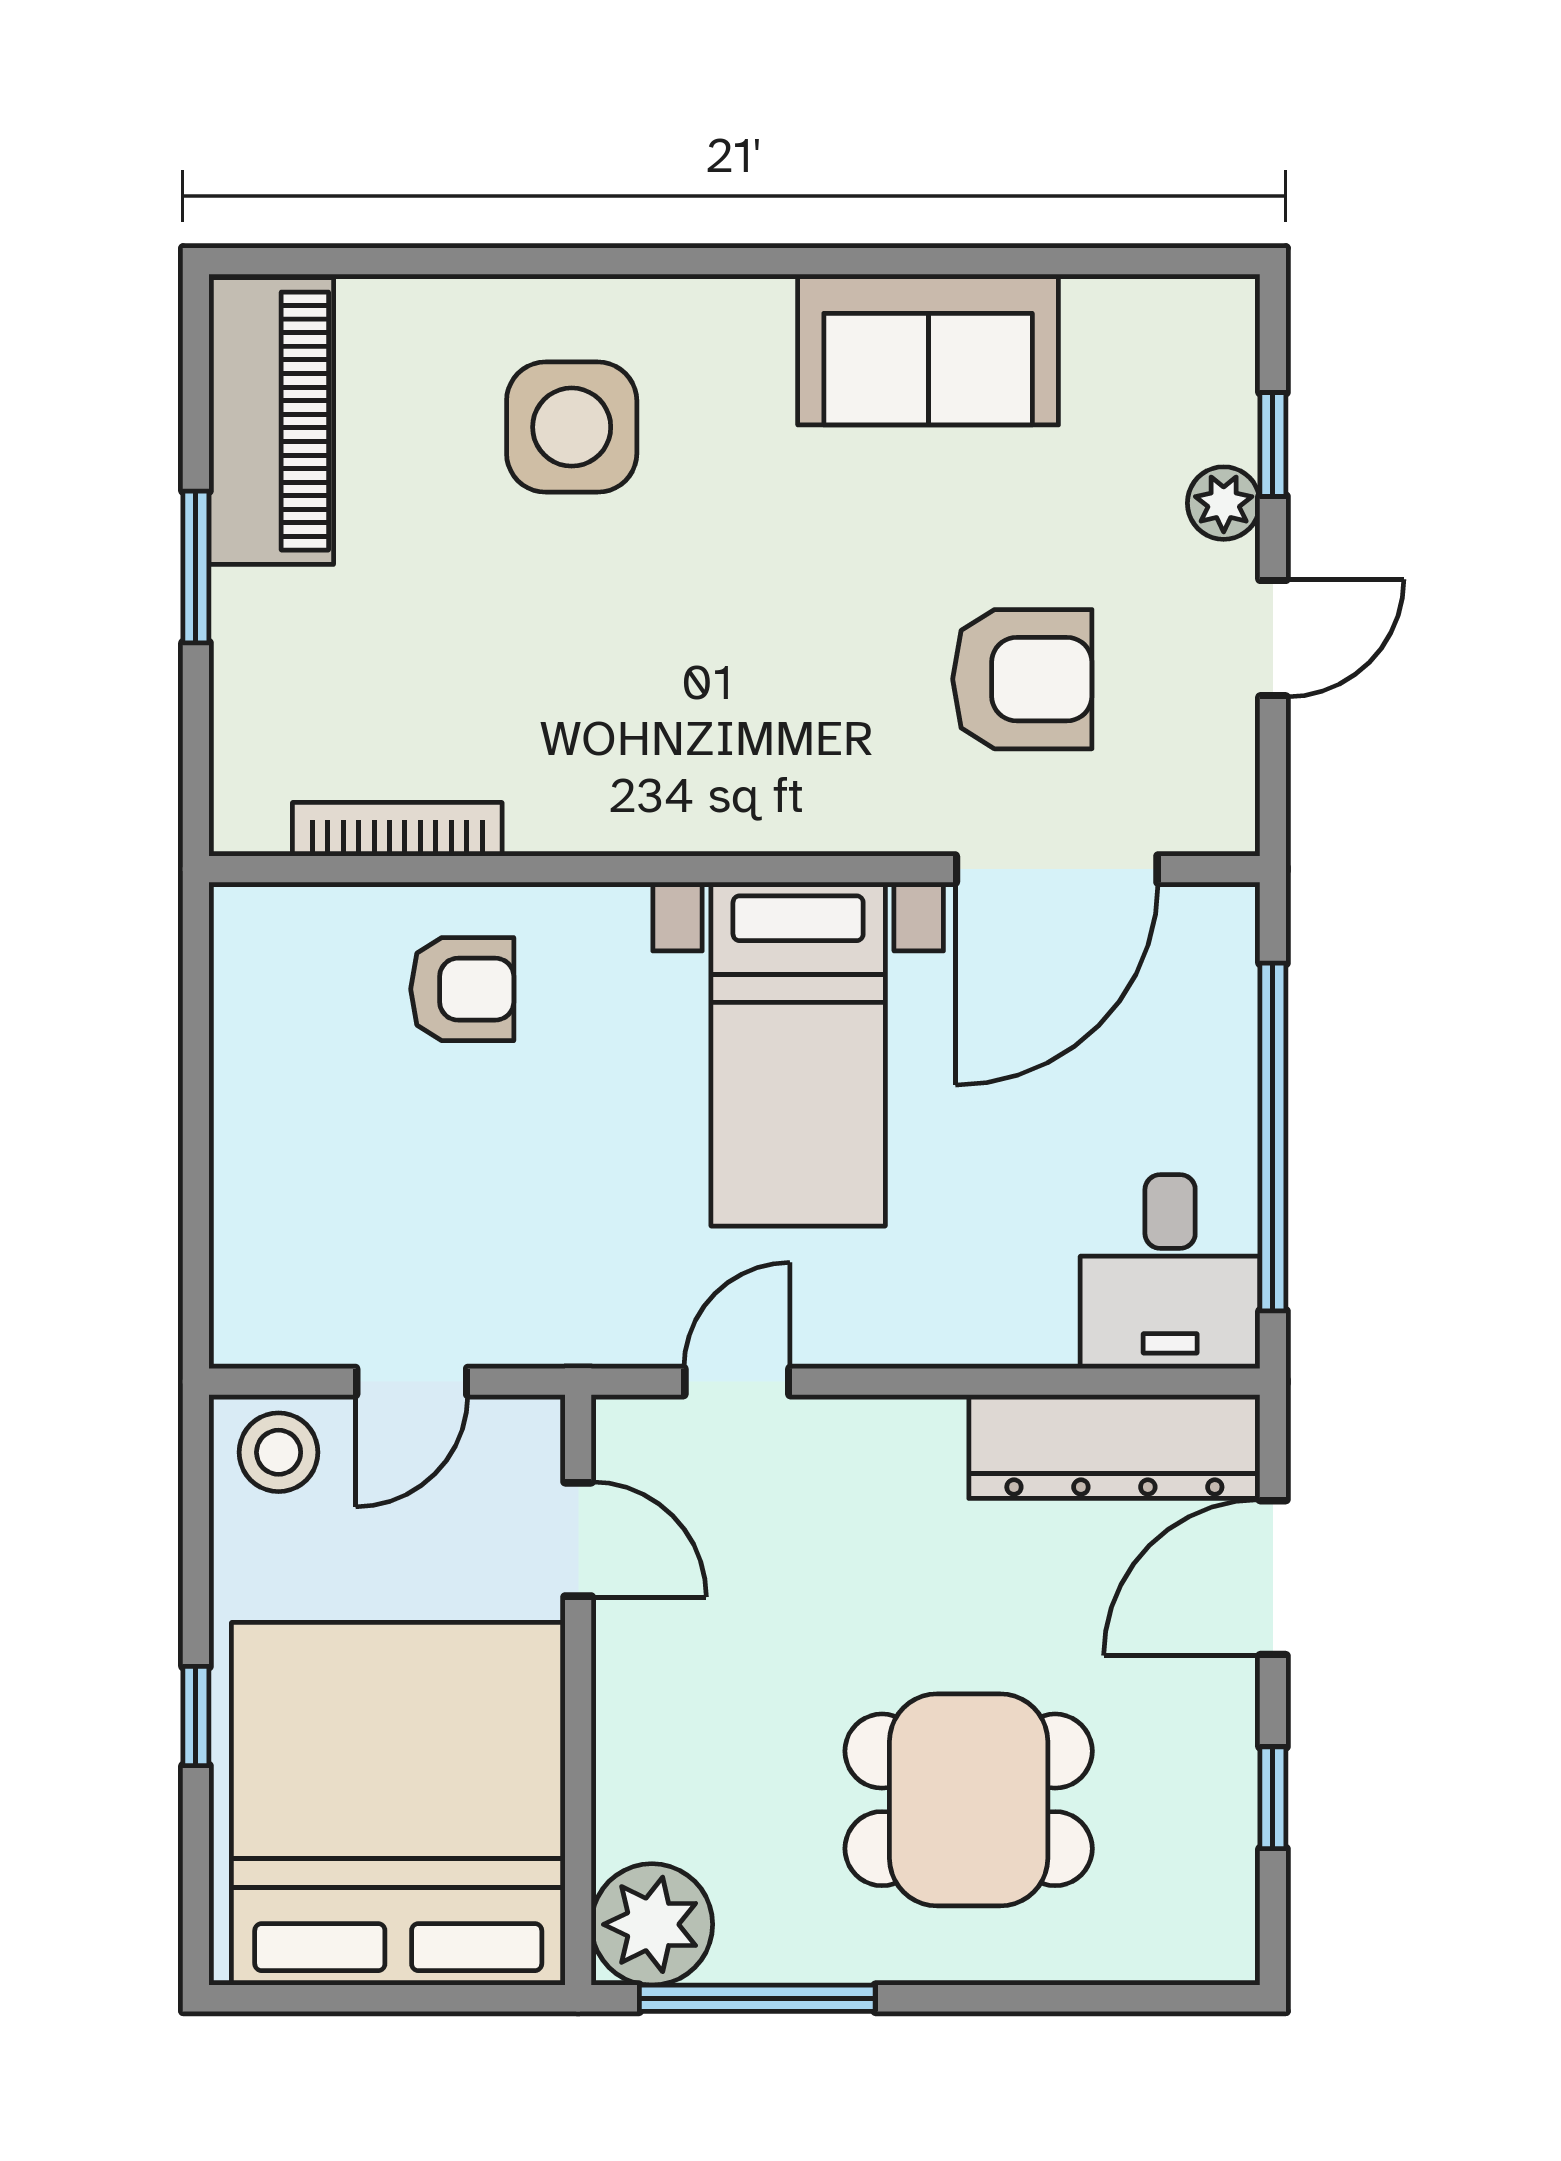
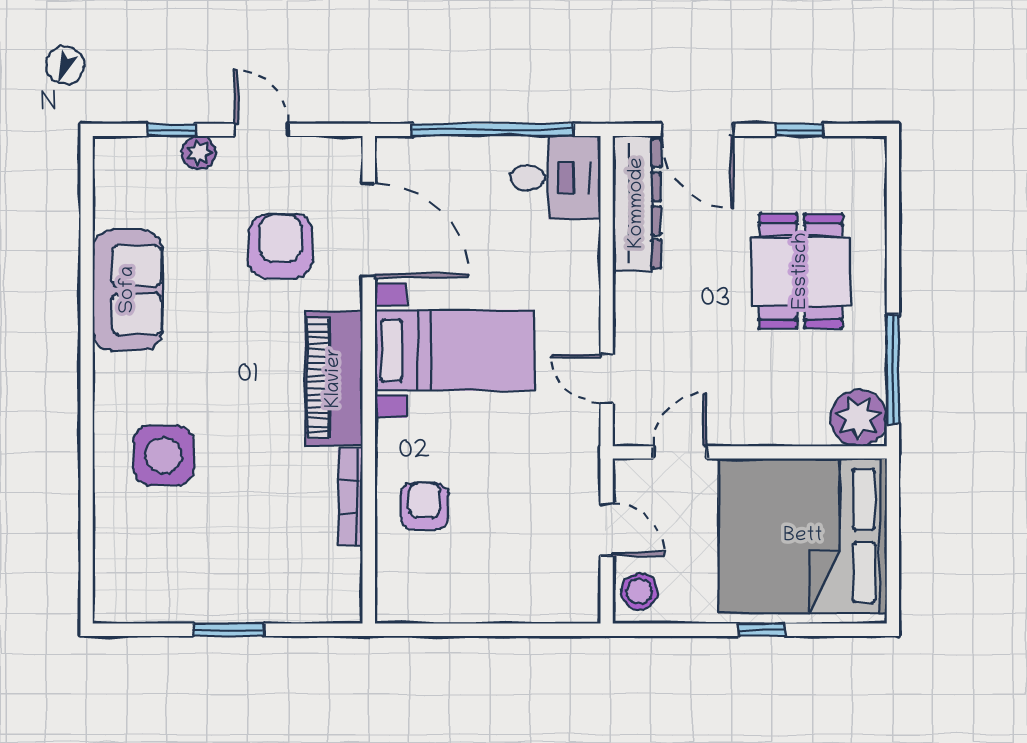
piano: (271, 421) -> (334, 378), moved, turned -90
bookcase: (397, 829) -> (350, 497), moved

